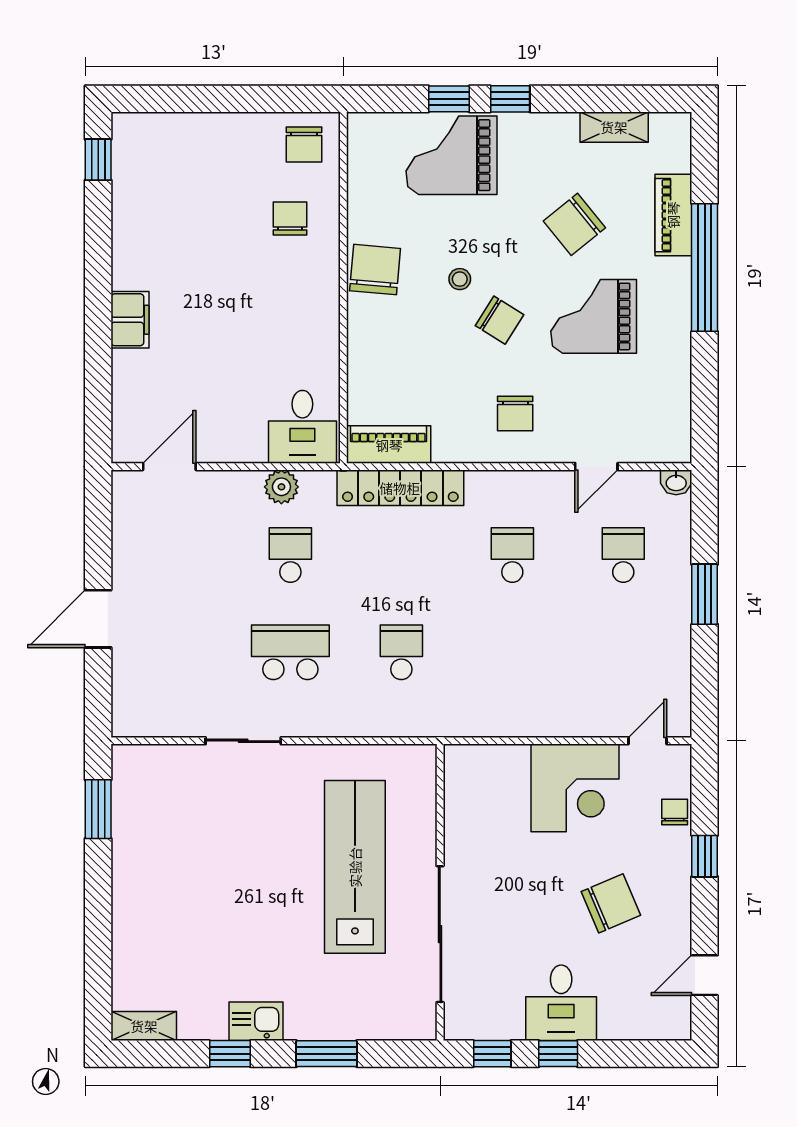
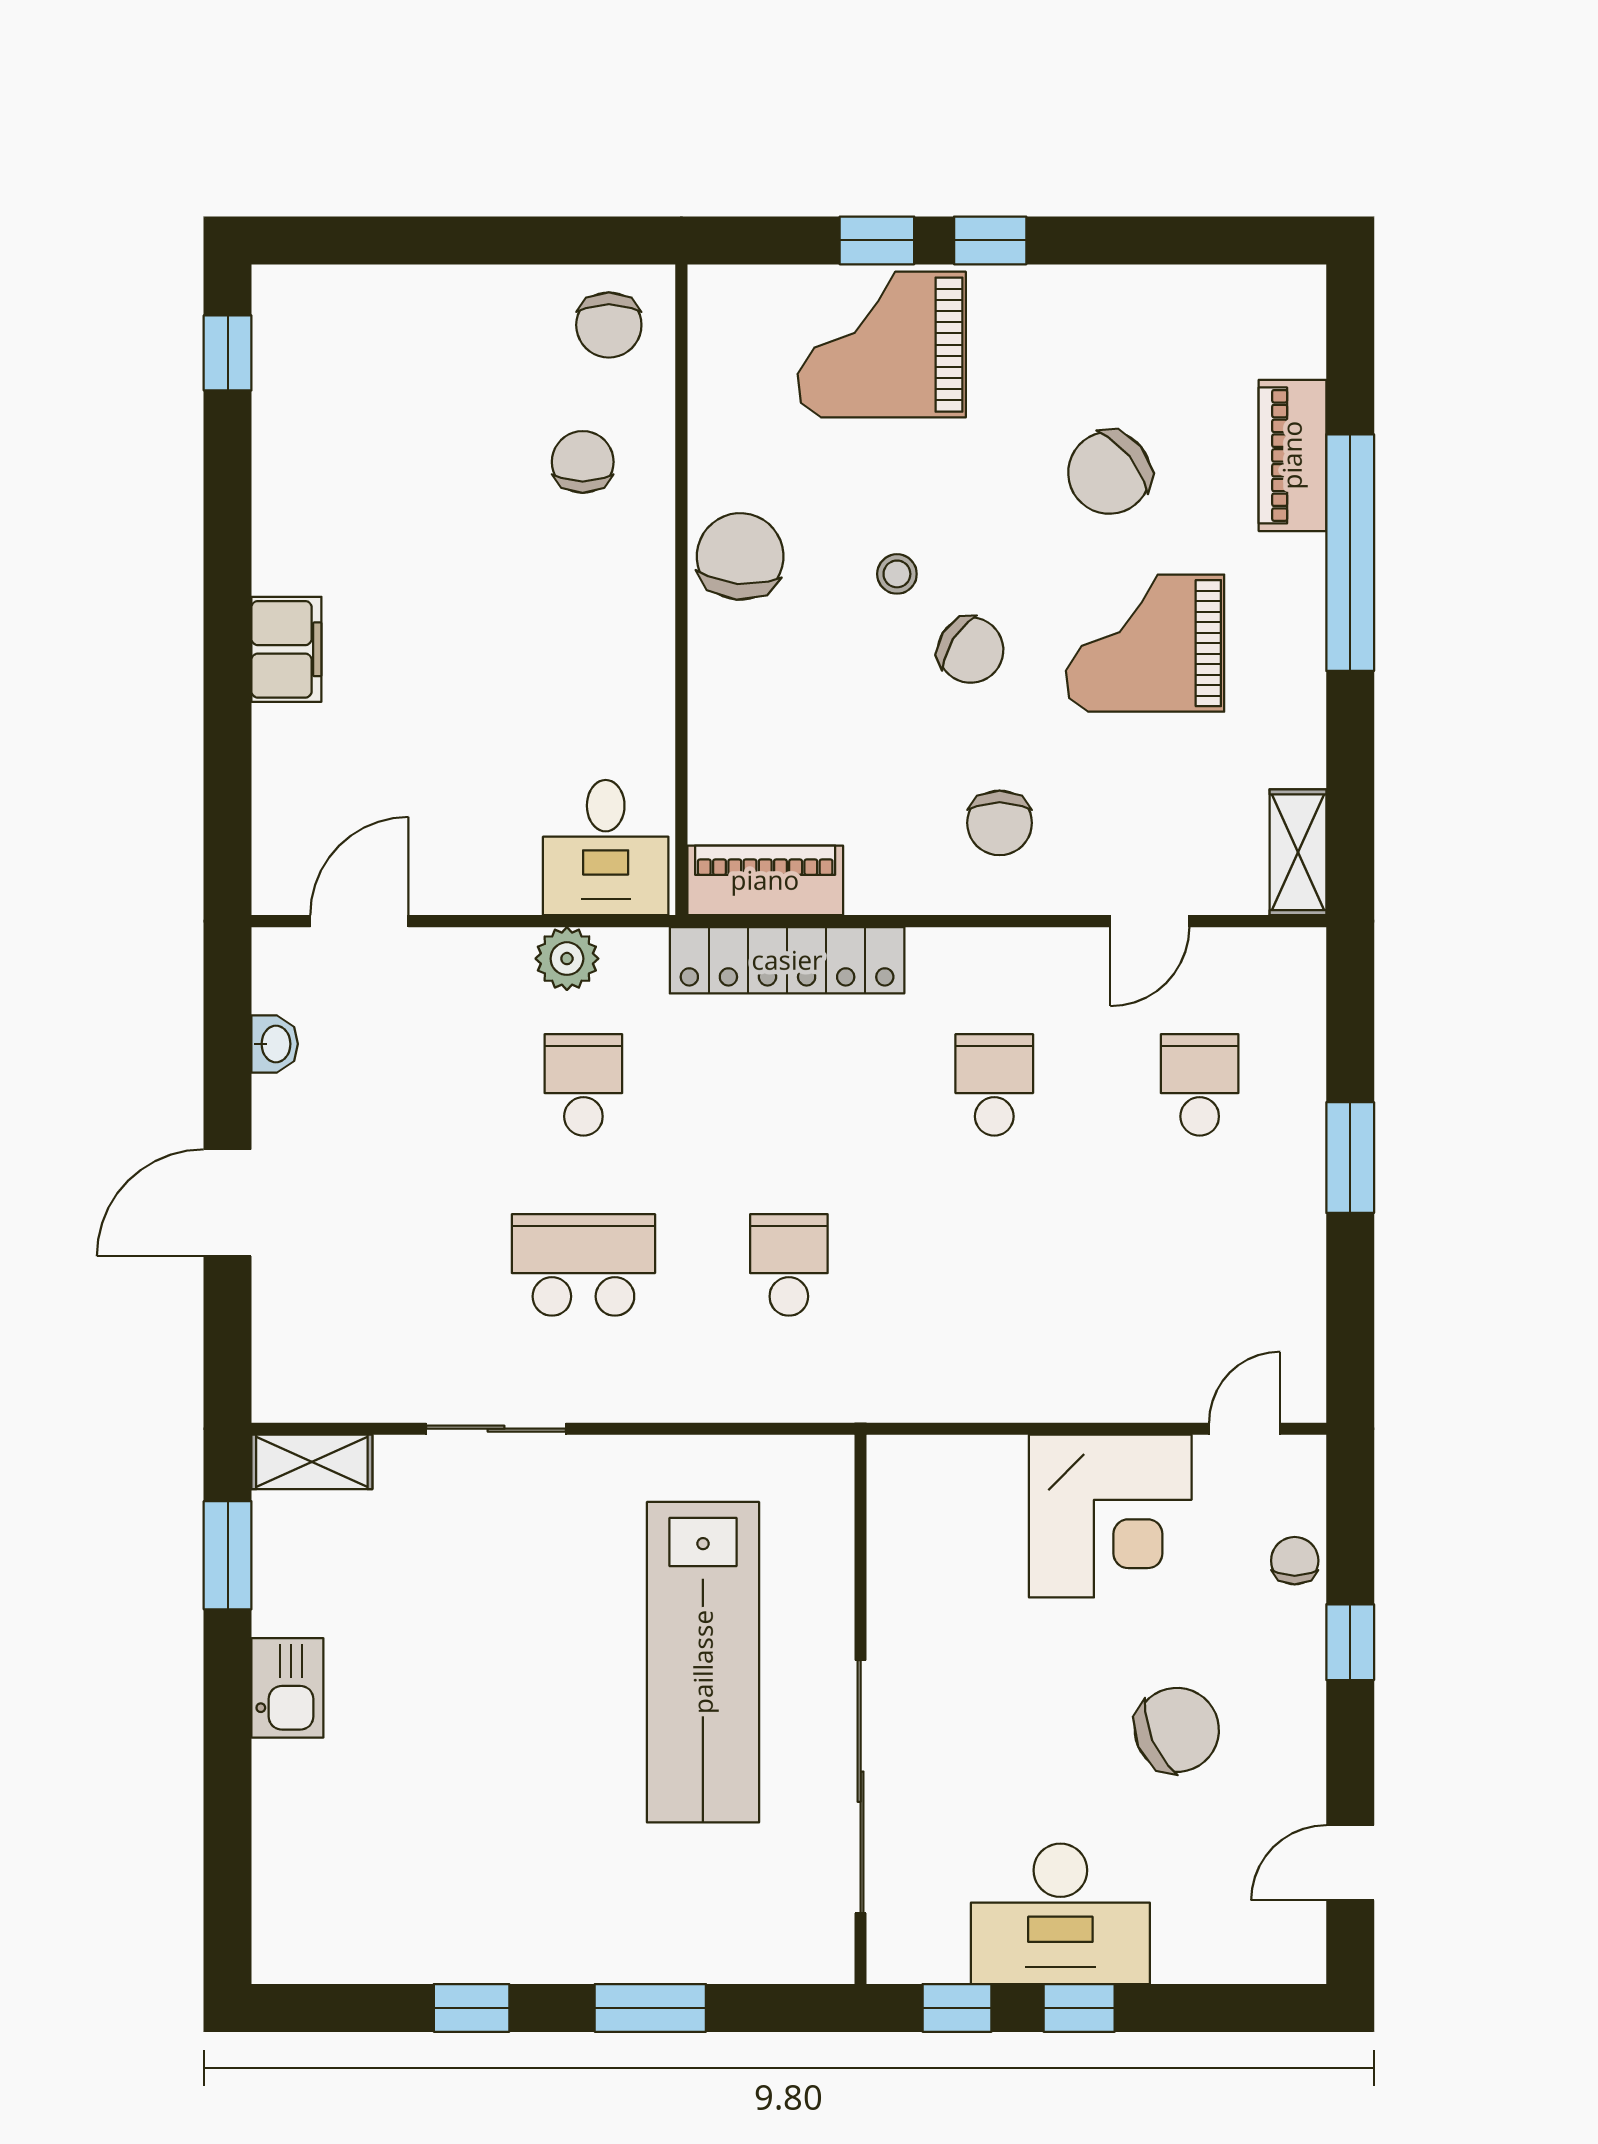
shelving: (614, 127) -> (1298, 852), moved, turned 90
washbasin: (676, 482) -> (275, 1044), moved, turned -90
lab bench: (355, 867) -> (703, 1662), turned 180
desk: (561, 1003) -> (1060, 1914), width x1.37
kitchen sink: (256, 1021) -> (287, 1688), moved, turned 90
shelving: (144, 1026) -> (312, 1462), moved

